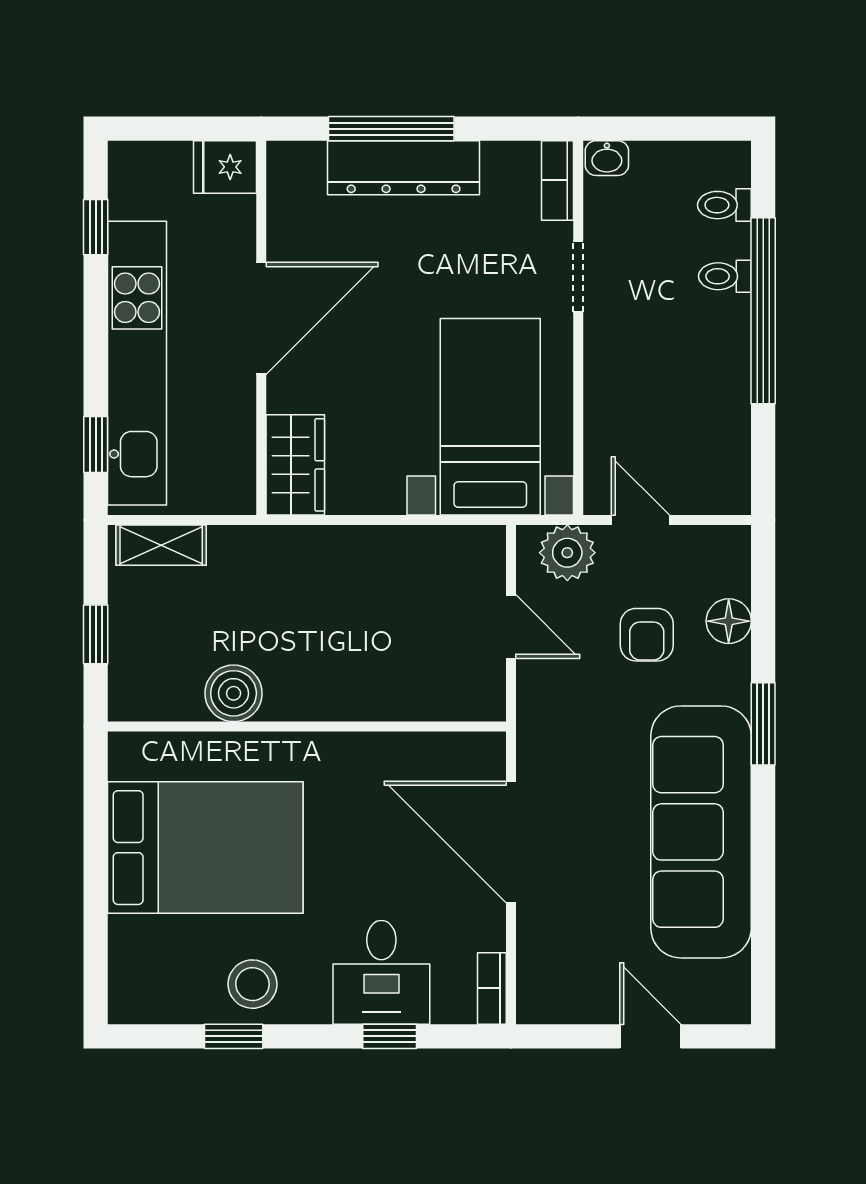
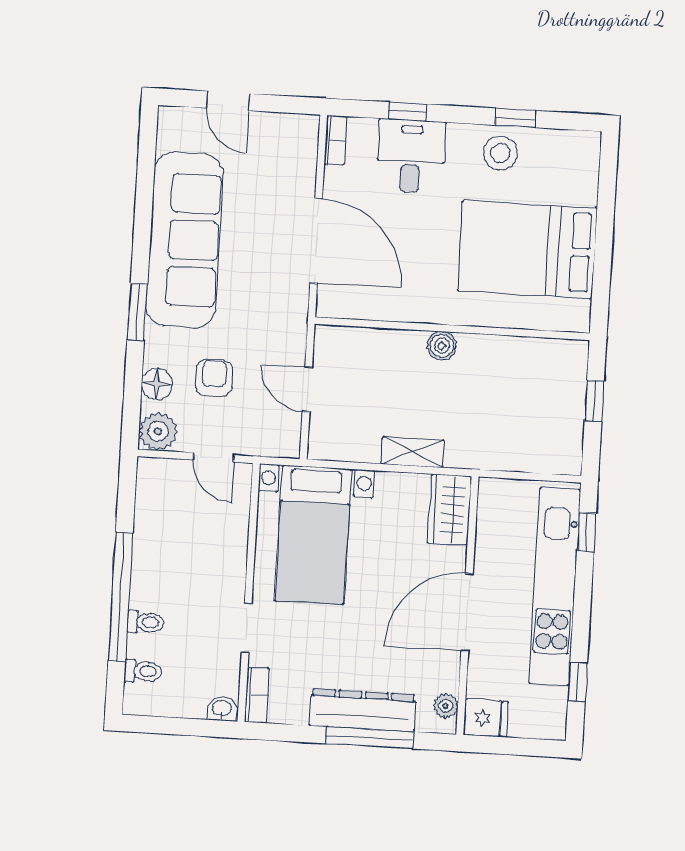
plant: (284, 181) -> (446, 706), added
shelving: (161, 545) -> (413, 452), moved
plant: (567, 553) -> (158, 432), moved
boiler: (234, 693) -> (442, 346), moved, width x0.73, depth x0.73

